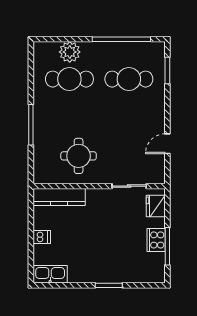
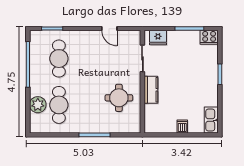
kitchen counter: (59, 197) -> (151, 90), moved, width x0.67
cooker: (156, 240) -> (209, 37), moved

